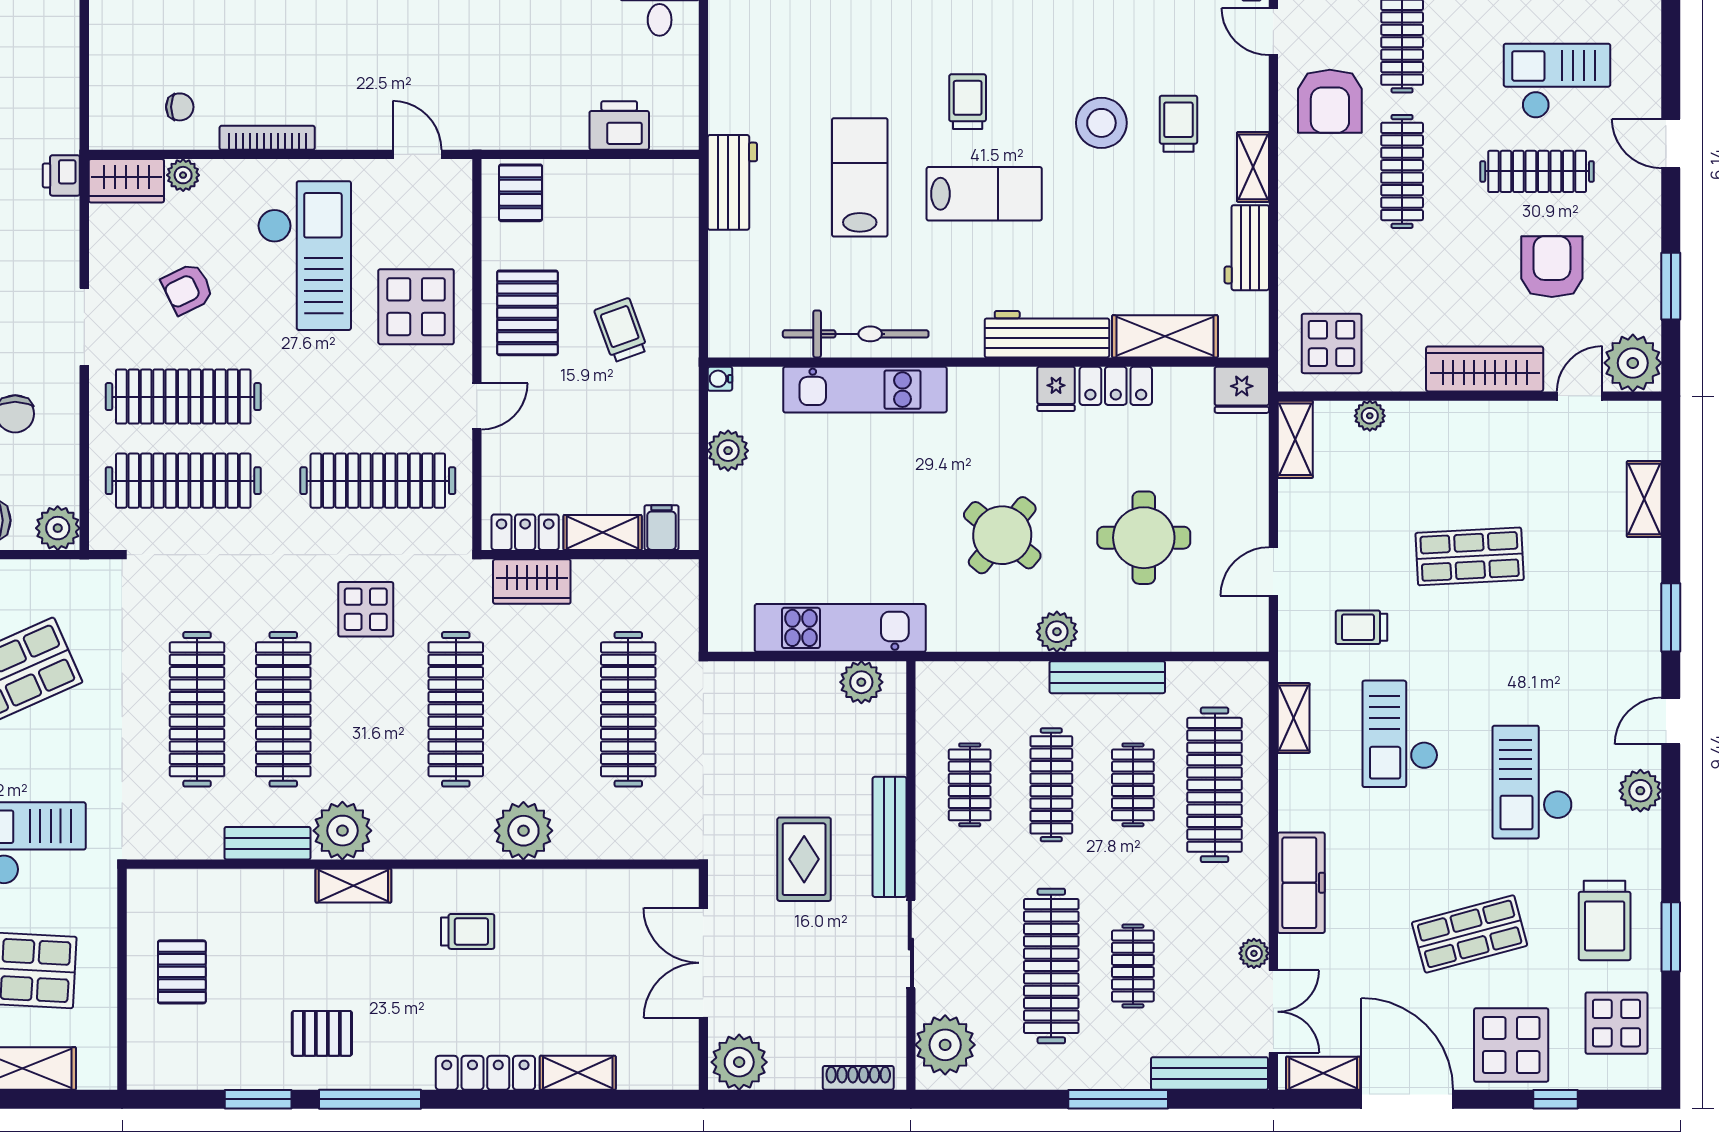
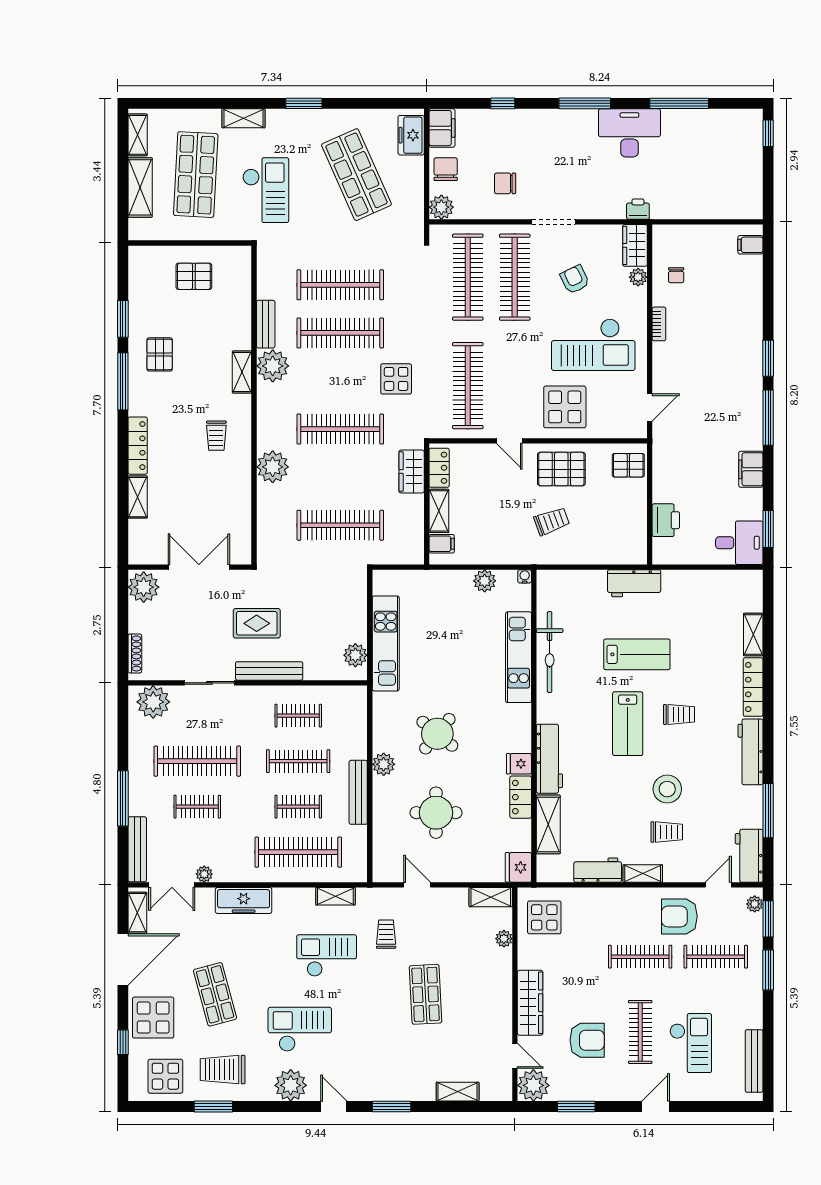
bookcase: (267, 138) -> (659, 324), width x0.64
plant: (1640, 791) -> (291, 1085), width x1.36, depth x1.36

